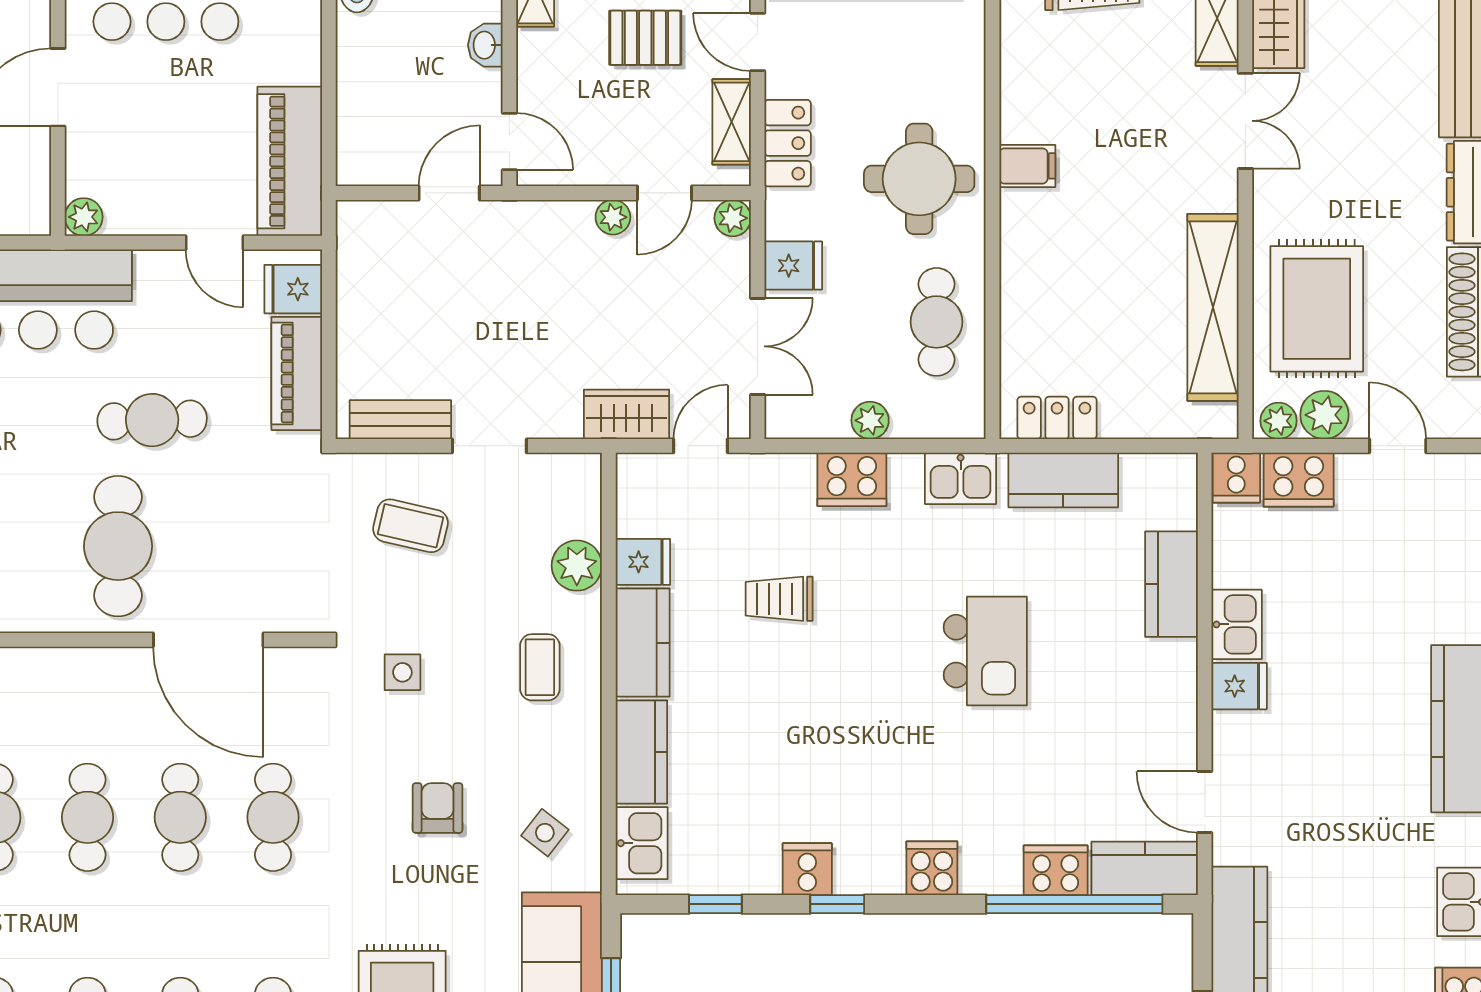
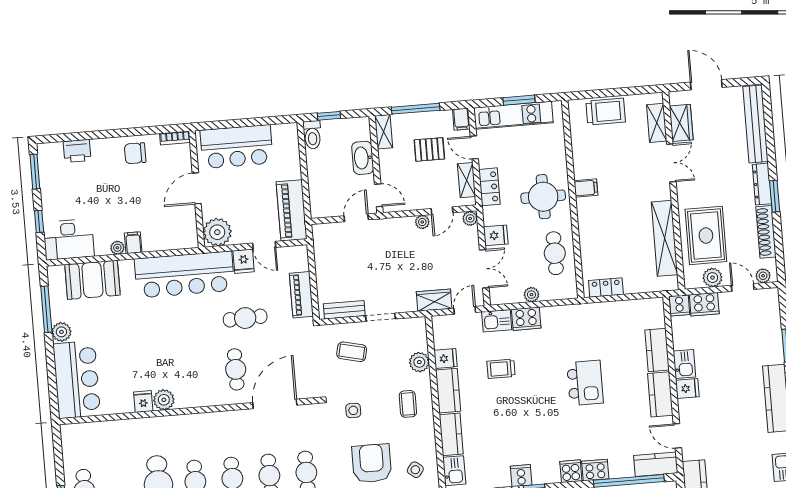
washbasin: (485, 45) -> (363, 158), width x1.91, depth x1.45
plant: (84, 217) -> (217, 232), width x1.87, depth x1.87
fridge: (293, 289) -> (244, 261), moved, turned -90
plant: (1278, 421) -> (763, 276), moved
kitchen sink: (961, 478) -> (497, 321), moved
kitchen counter: (1063, 480) -> (660, 394), moved, turned 90
cafe table: (118, 546) -> (236, 369), width x0.73, depth x0.74
door: (208, 640) -> (275, 404), swing flipped
armchair: (438, 808) -> (372, 463), width x1.88, depth x1.88
cooker: (1056, 870) -> (595, 470), moved

